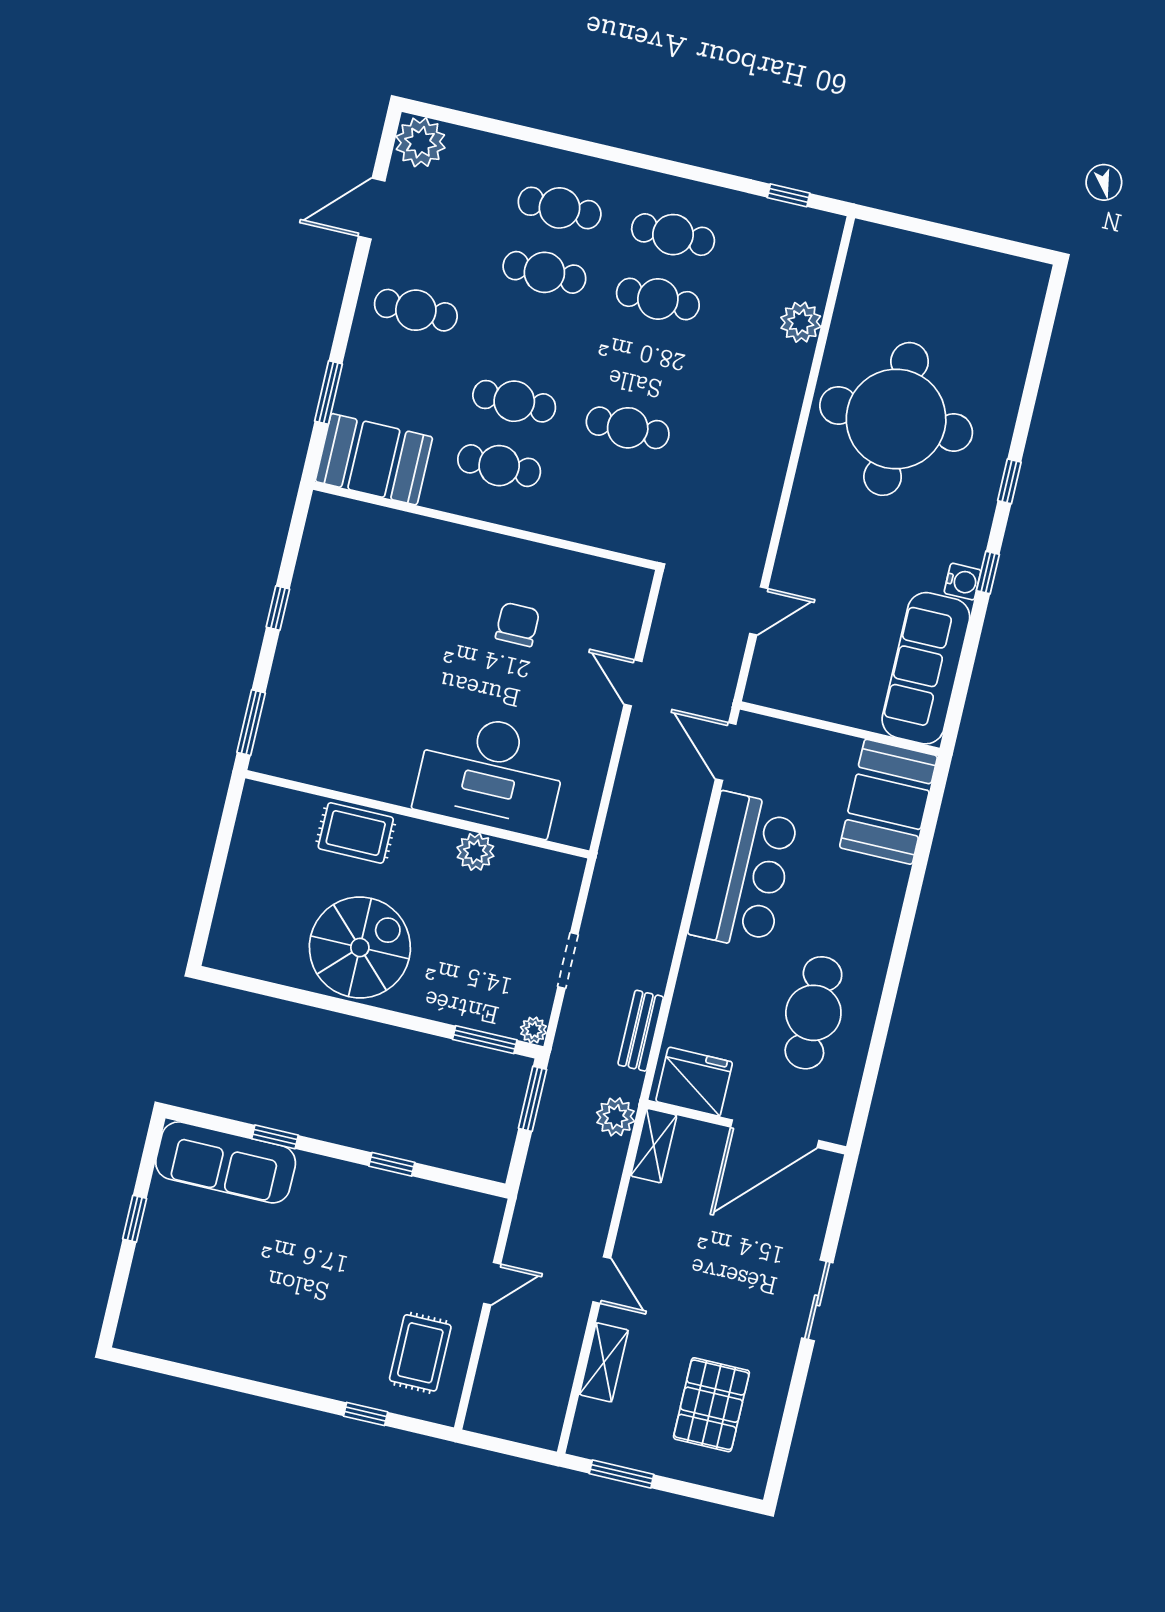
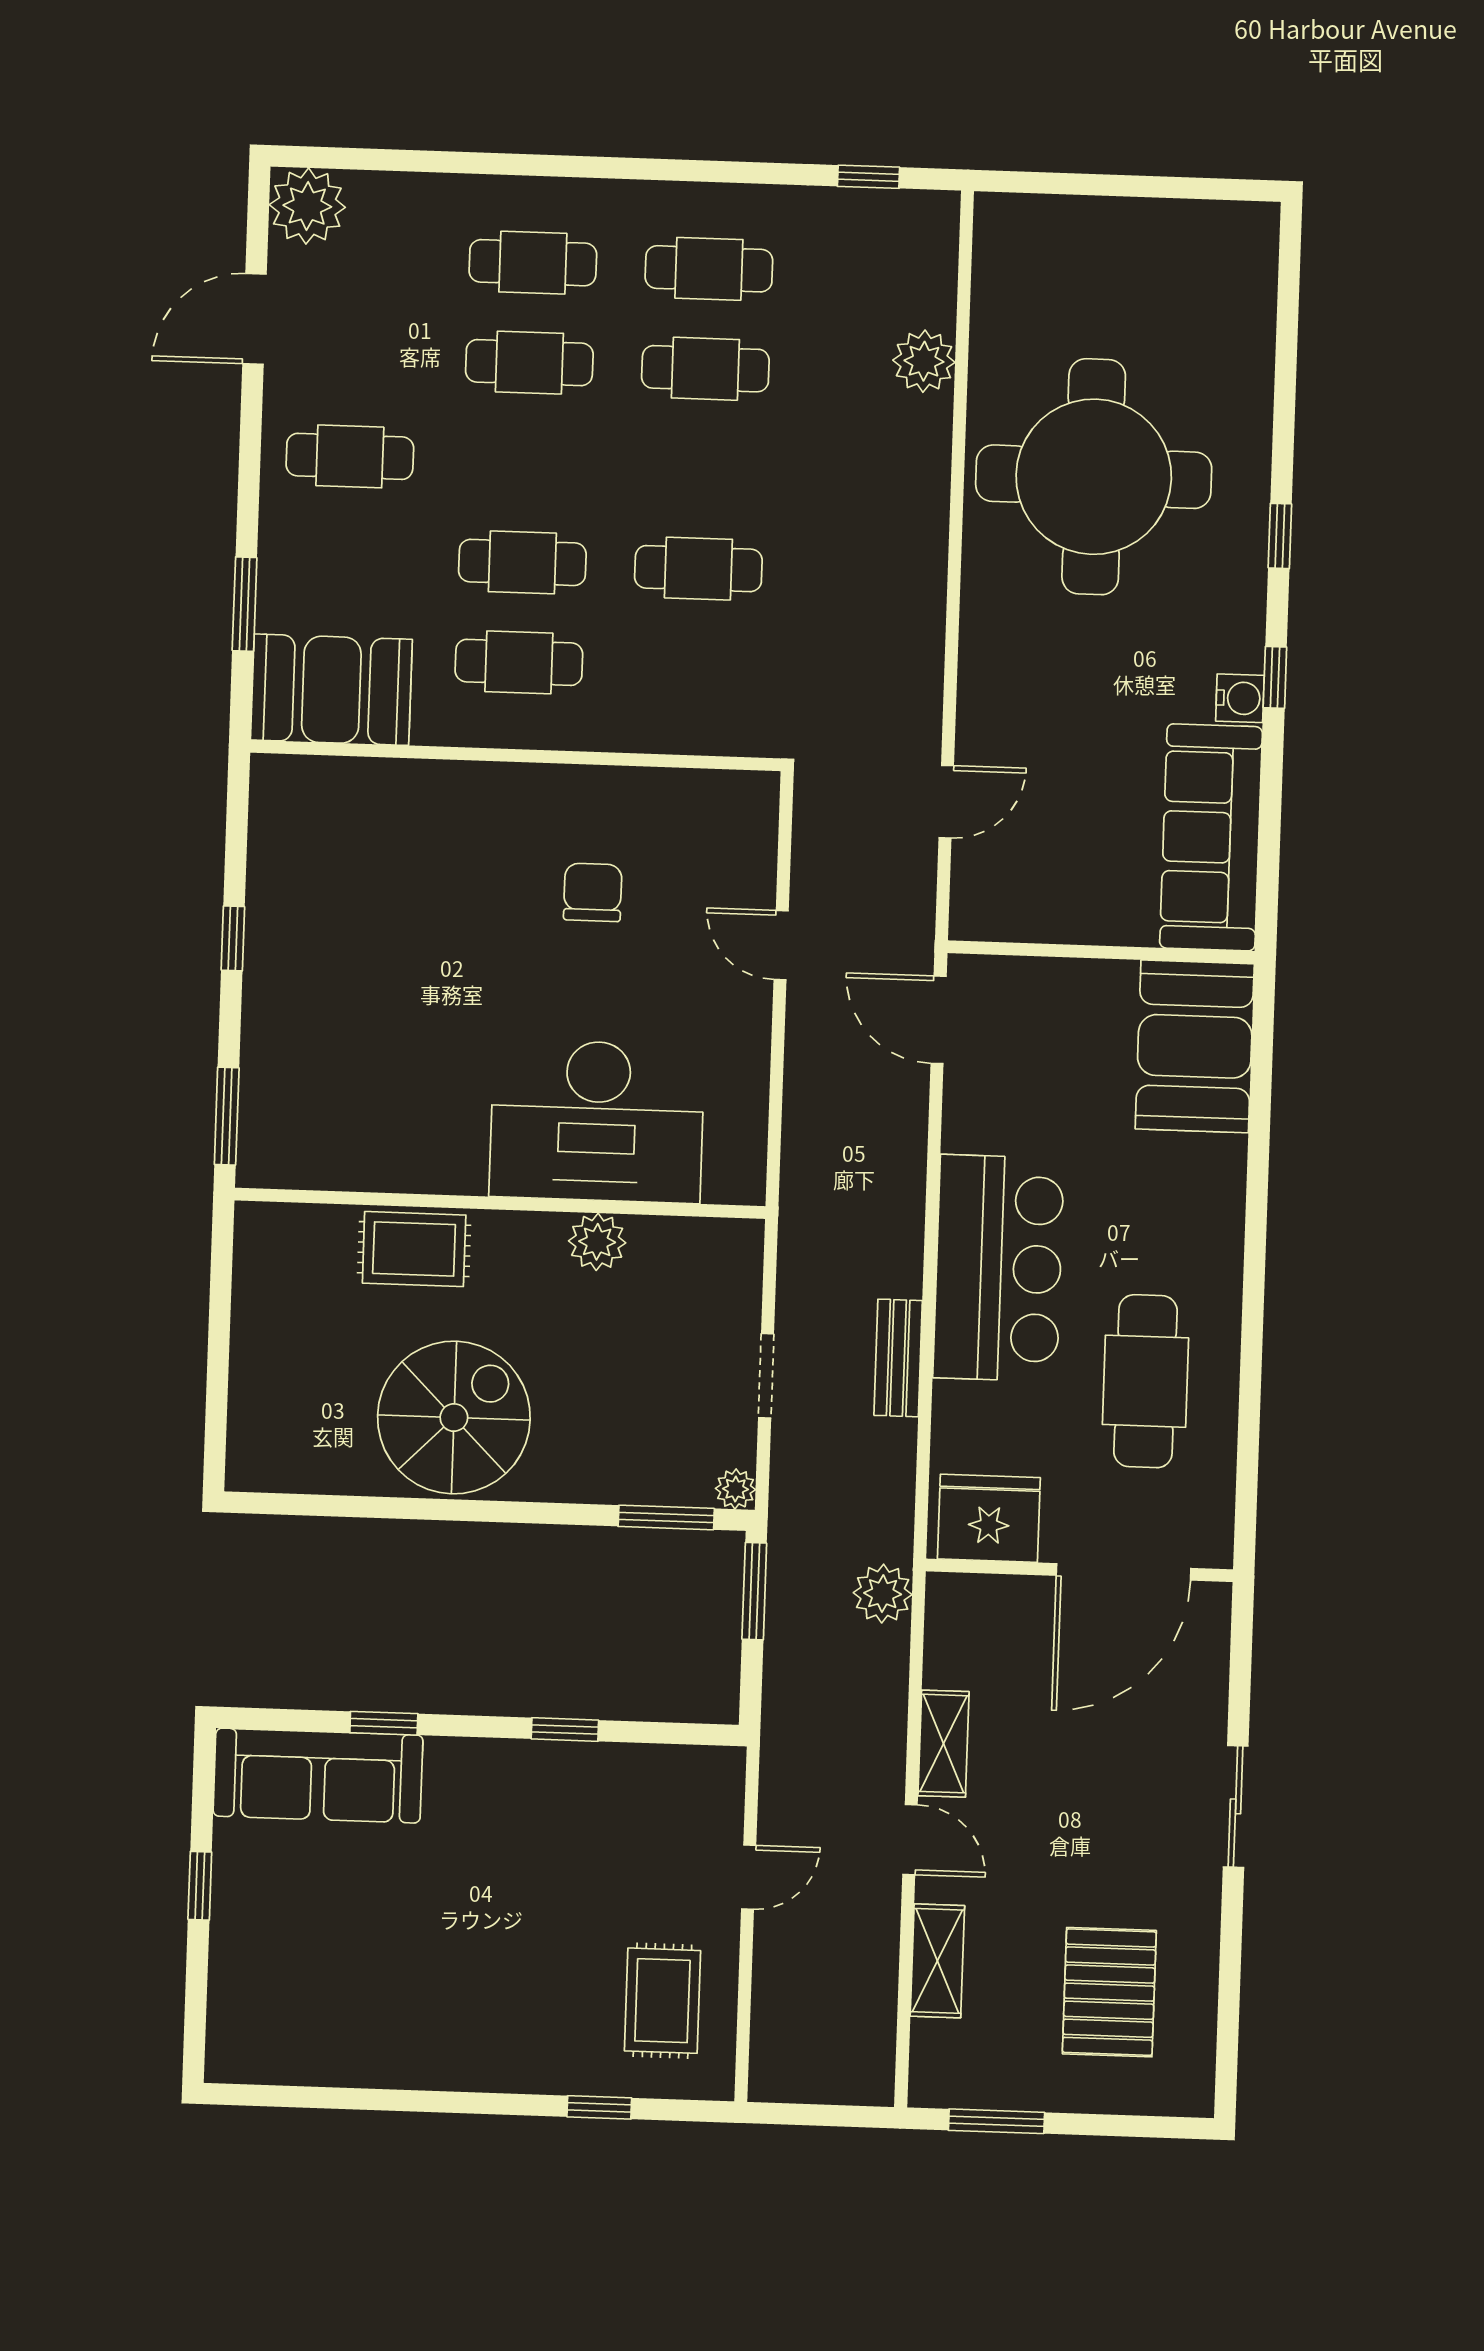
bar counter: (744, 871) -> (998, 1268), moved
bench: (641, 1031) -> (898, 1358), moved
shelving: (654, 1146) -> (943, 1744), moved

